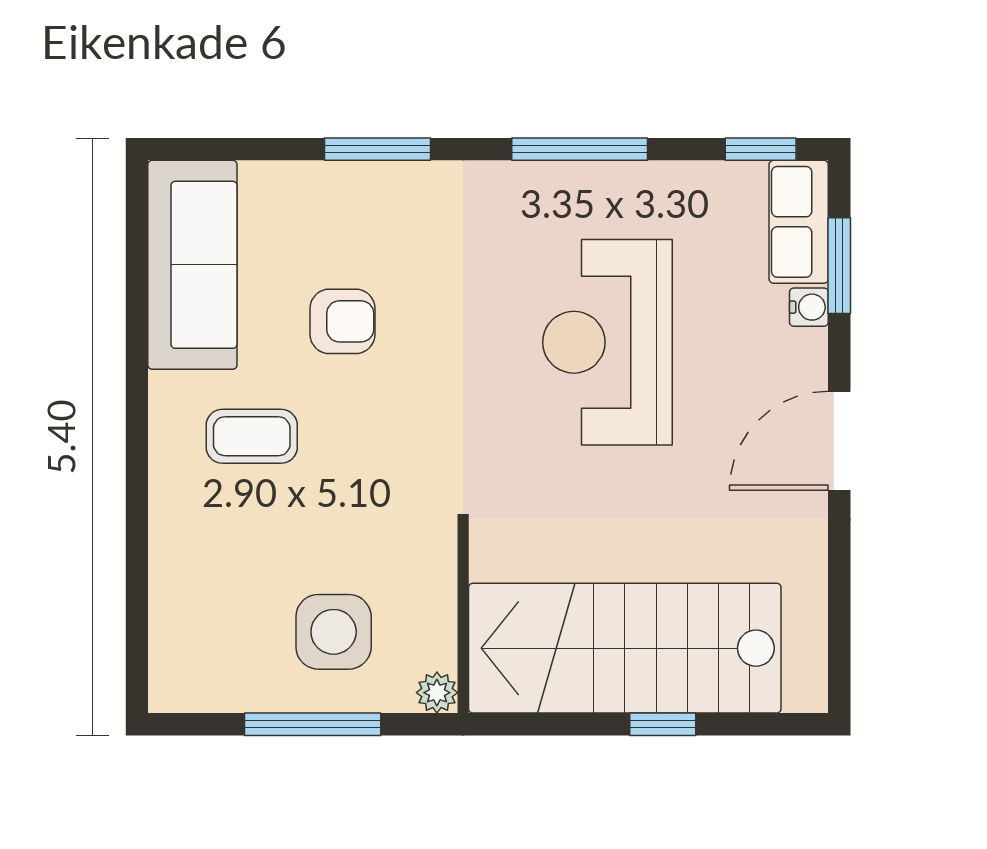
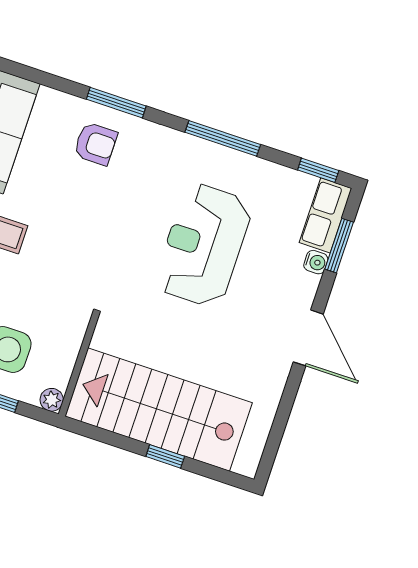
armchair: (342, 321) -> (96, 144), moved
door: (839, 441) -> (308, 338), swing flipped

